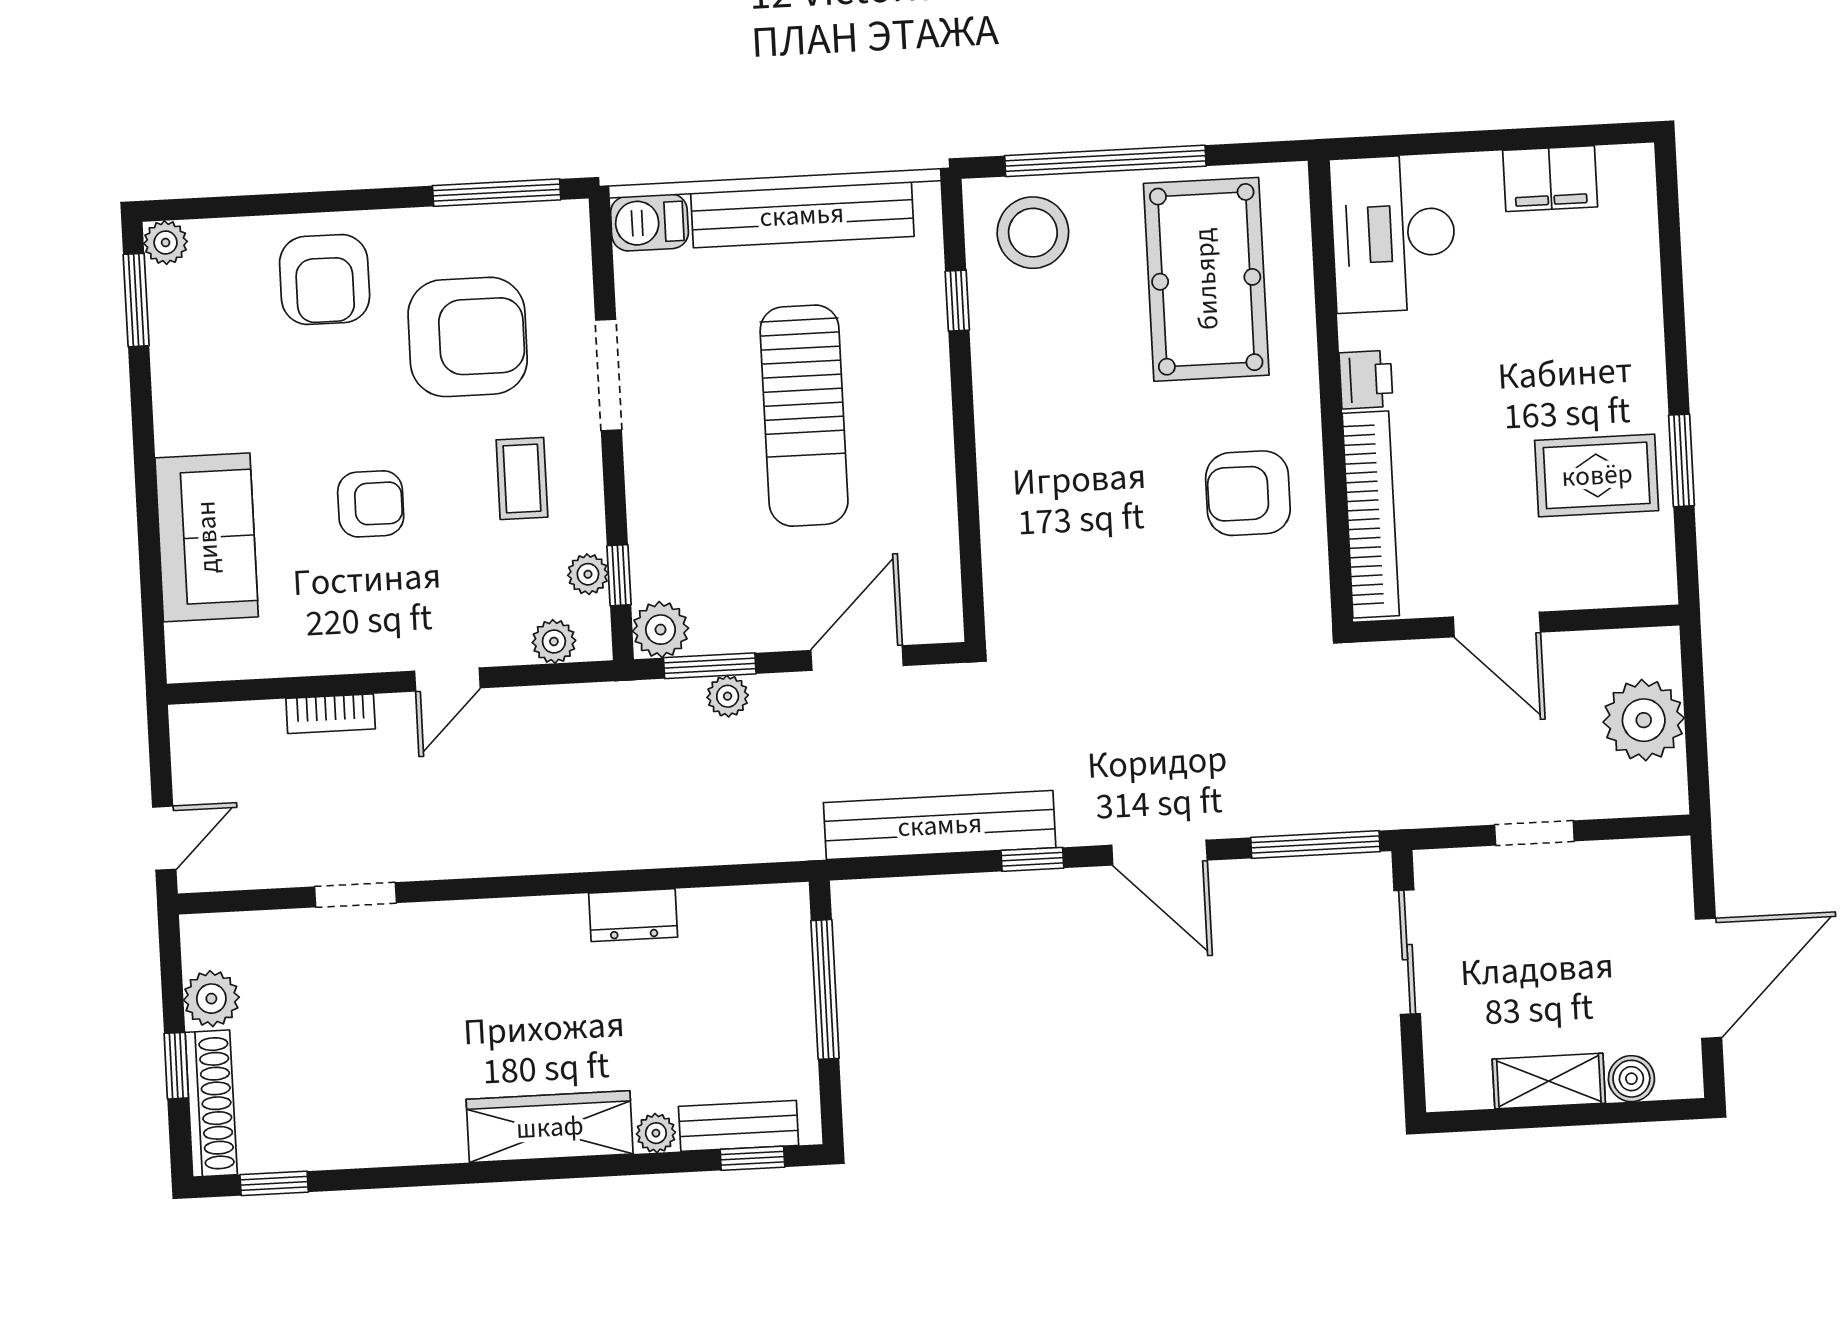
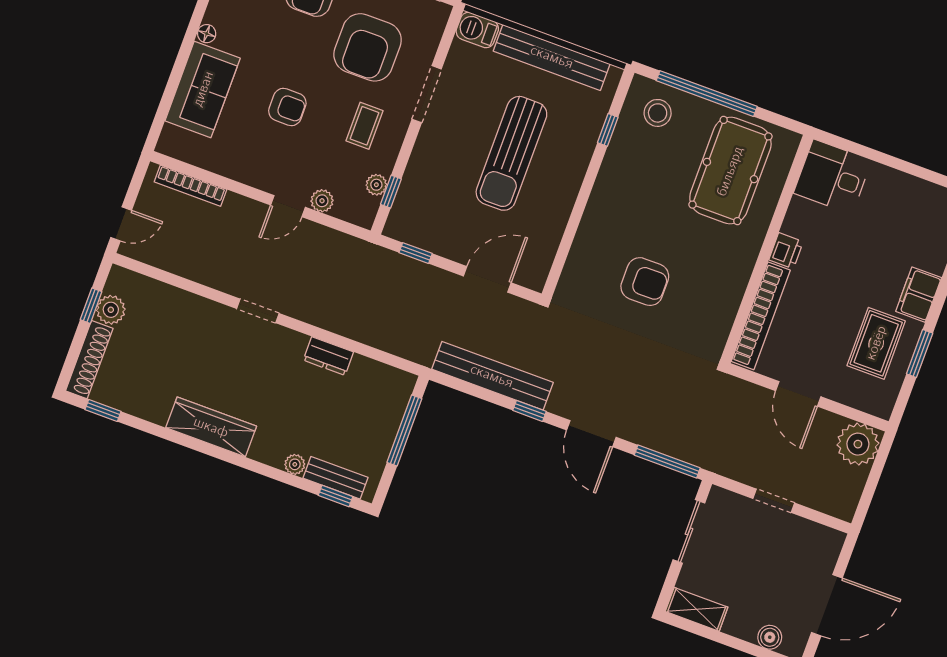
filing cabinet: (1550, 179) -> (919, 295), moved, turned 90
stool: (1033, 233) -> (658, 113), width x0.73, depth x0.73
desk: (1393, 233) -> (833, 177), width x0.73
armchair: (468, 337) -> (368, 47), turned 90
floor lamp: (171, 435) -> (207, 34), added
rug: (1597, 475) -> (876, 343), turned 90
armchair: (1248, 493) -> (645, 282), moved, turned 180
plant: (661, 630) -> (400, 226), removed
plant: (554, 641) -> (322, 201), moved
window: (710, 666) -> (416, 253), width x0.67
plant: (728, 696) -> (418, 271), removed
bookcase: (331, 714) -> (190, 186), moved, width x1.56
plant: (1644, 720) -> (858, 444), moved
doorway: (355, 895) -> (258, 311), moved
window: (176, 1066) -> (91, 306), moved
shelving: (1549, 1081) -> (697, 609), moved
wardrobe: (550, 1127) -> (211, 427), moved

